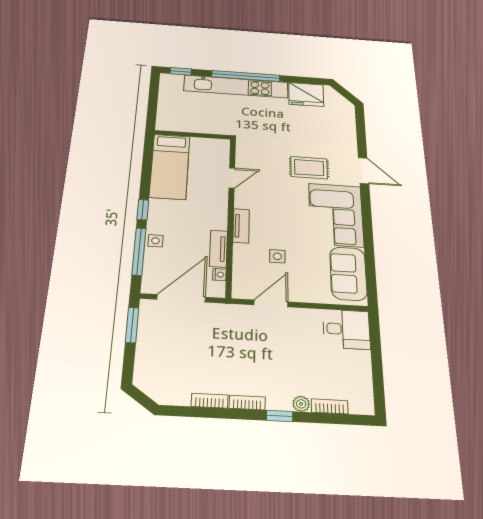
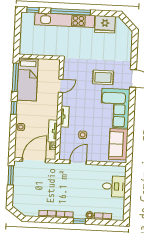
window: (139, 251) -> (15, 77), moved
desk: (346, 329) -> (114, 186), moved

